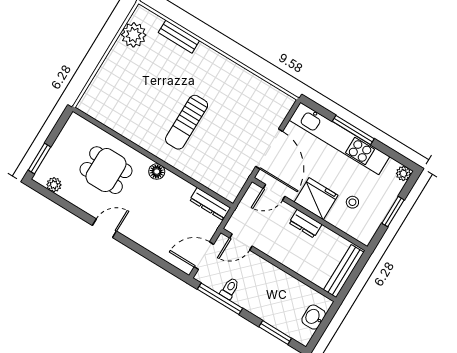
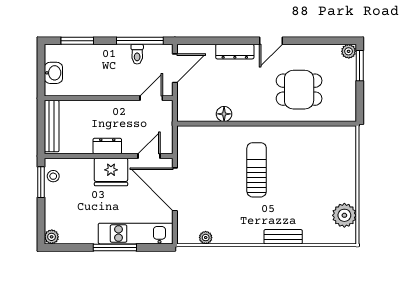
bench: (179, 37) -> (283, 237), moved
plant: (268, 90) -> (206, 238), added
kitchen unit: (339, 138) -> (136, 234), width x0.73
floor lamp: (157, 172) -> (224, 114), moved
plant: (54, 185) -> (349, 51), moved
stool: (352, 202) -> (53, 176), moved
dresser: (210, 204) -> (235, 52), moved, turned 180
window: (393, 212) -> (41, 182), moved

